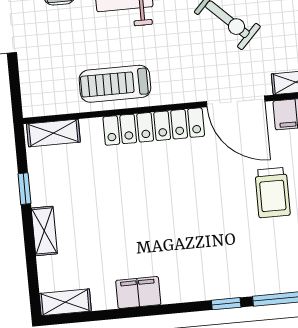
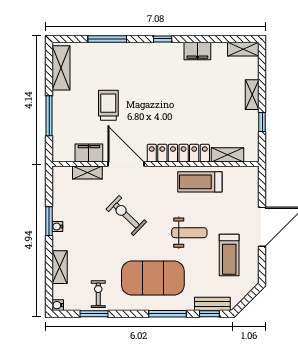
treadmill: (115, 84) -> (200, 182), turned 180
shelving: (53, 133) -> (227, 155), moved
window: (226, 304) -> (163, 39), moved

